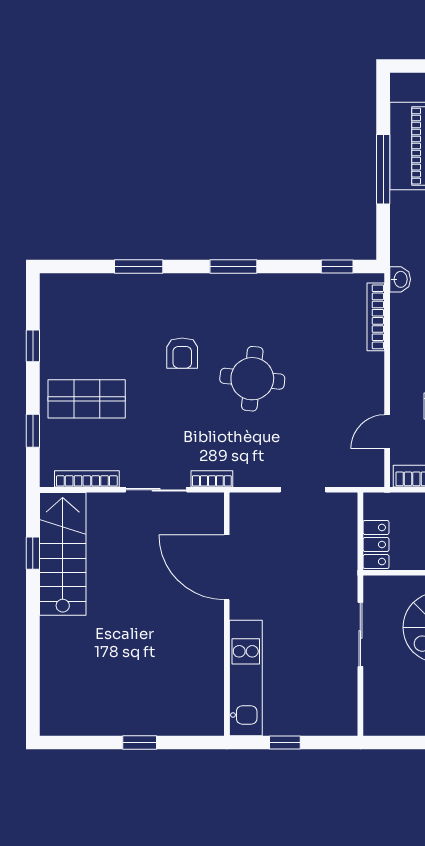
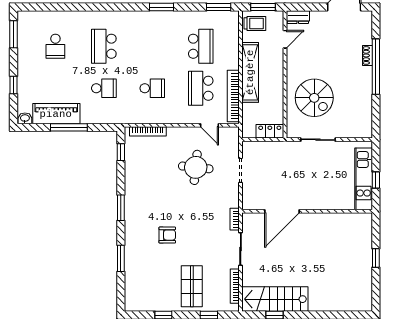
washbasin: (400, 279) -> (25, 118), moved
round table: (252, 379) -> (196, 167), moved
kitchen unit: (246, 678) -> (364, 179), moved, turned -90

